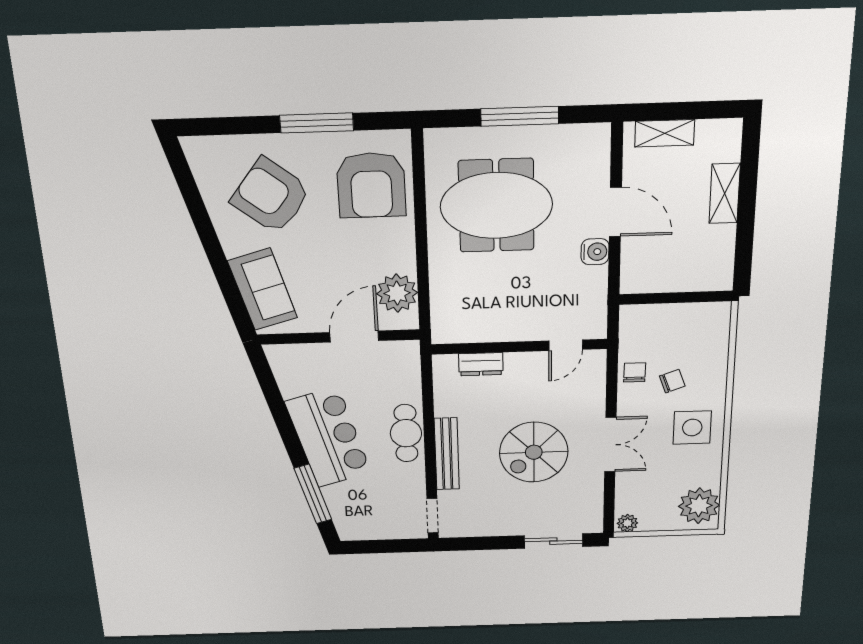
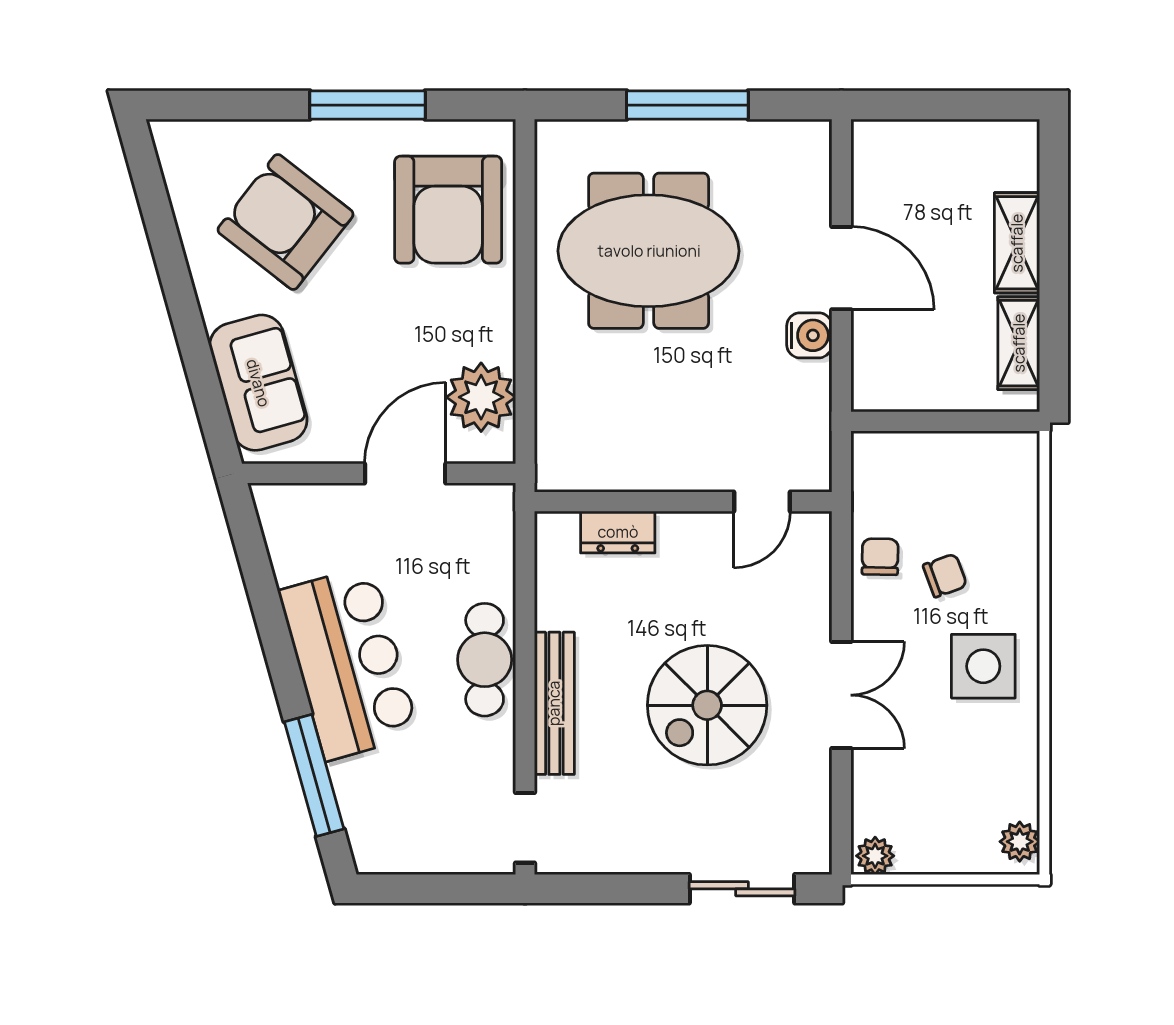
shelving: (665, 133) -> (1019, 343), moved, turned 90
plant: (699, 506) -> (1020, 842), width x0.53, depth x0.53

